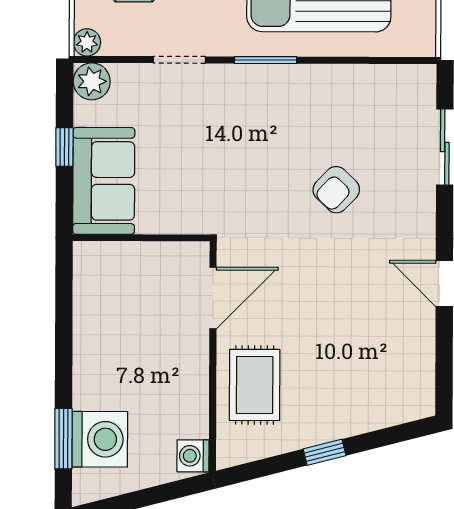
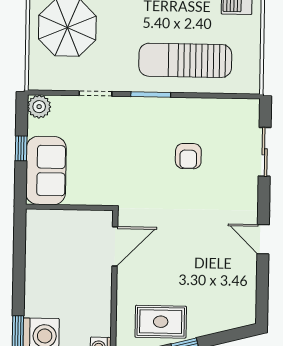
plant: (87, 42) -> (36, 82), removed
armchair: (336, 190) -> (188, 156), moved, turned -44
rug: (255, 385) -> (161, 322), moved, turned 90

